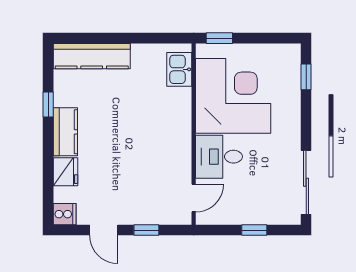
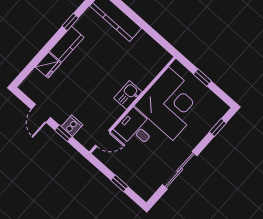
window: (219, 38) -> (202, 78), moved
kitchen sink: (179, 69) -> (128, 95), moved
sliding door: (306, 182) -> (180, 170), moved
cooker: (65, 214) -> (72, 126), moved, turned -90

